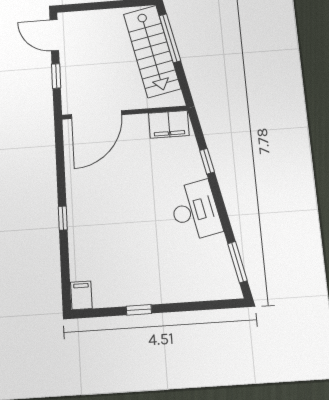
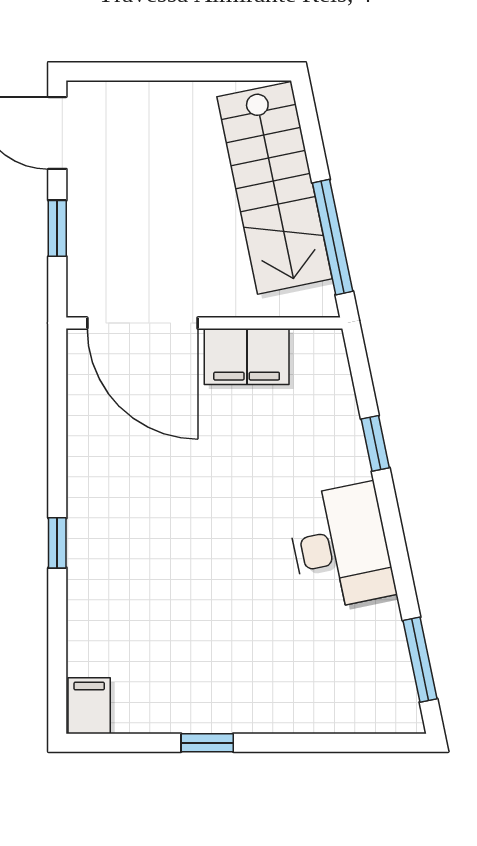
window: (170, 38) -> (333, 237), moved
door: (97, 115) -> (142, 323), hinge flipped
filing cabinet: (169, 124) -> (247, 356), moved

